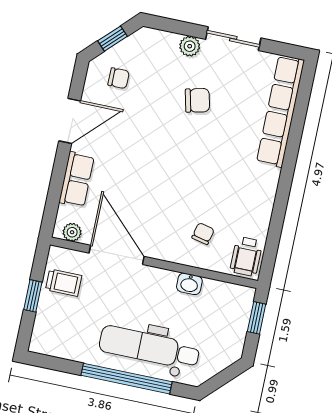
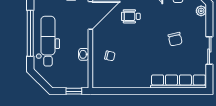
plant: (190, 46) -> (201, 11), moved
wheelchair: (246, 256) -> (131, 16), moved

